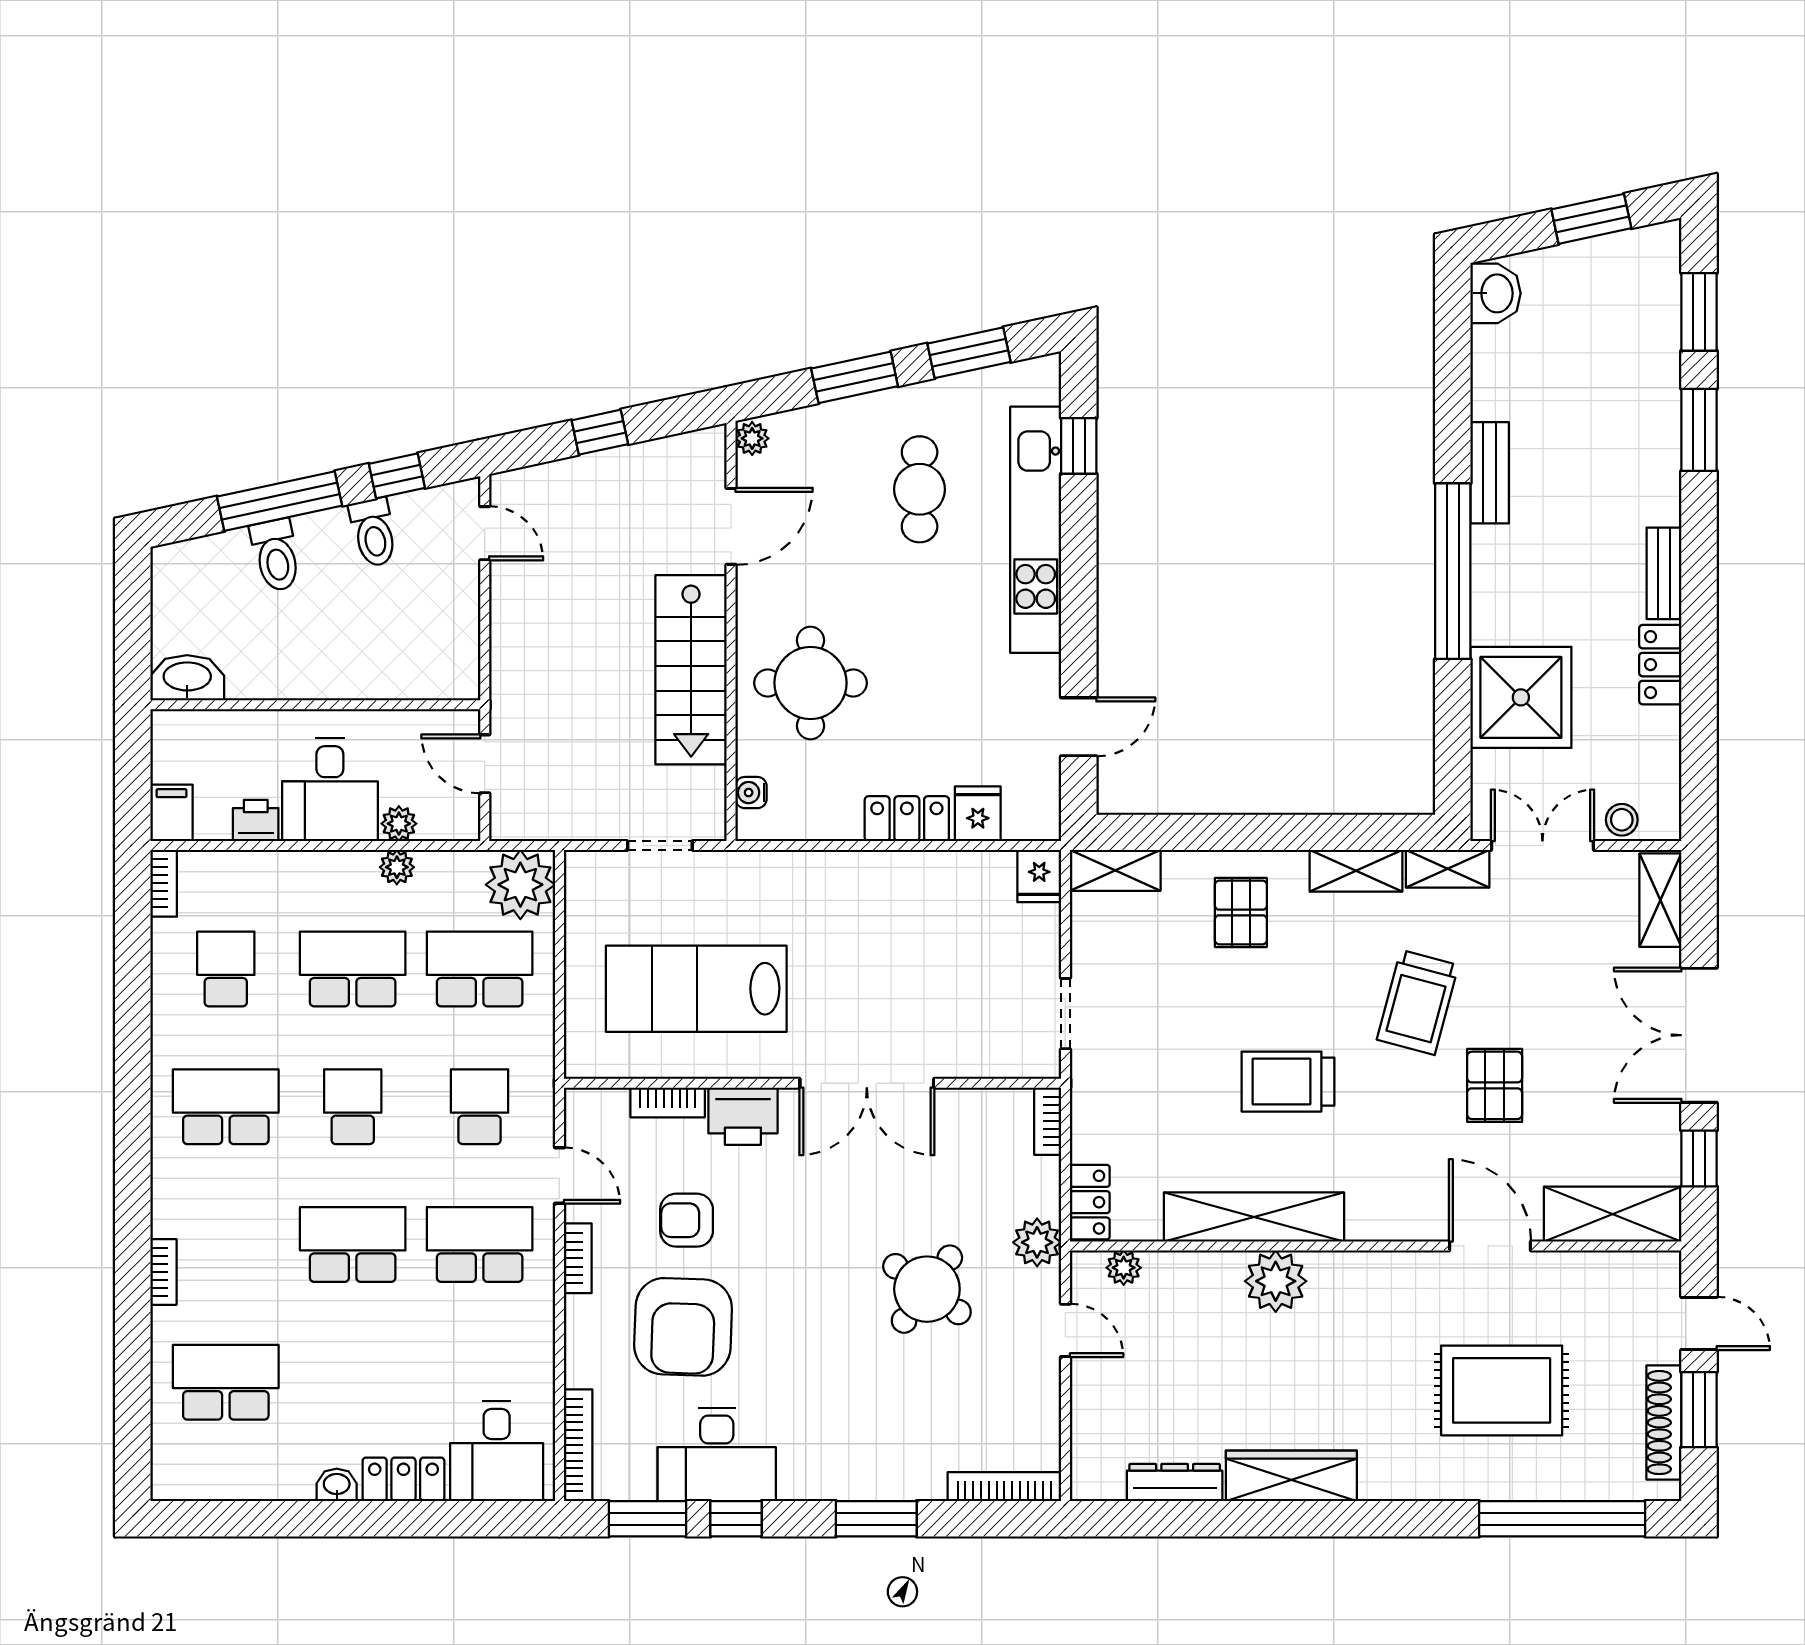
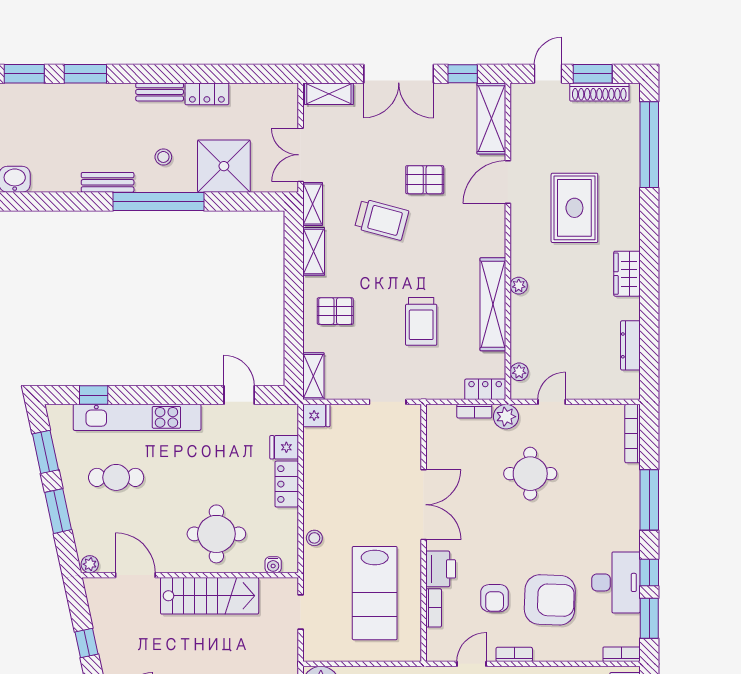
stool: (1622, 820) -> (163, 157), moved
stool: (803, 872) -> (314, 538), added
trolley: (1288, 1082) -> (421, 321), moved
bookcase: (1048, 1121) -> (474, 411), moved
plant: (1276, 1281) -> (519, 286), width x0.53, depth x0.53
round table: (927, 1289) -> (530, 474), turned -36
rug: (1502, 1390) -> (574, 208), moved
bookcase: (578, 1445) -> (622, 654), width x0.64
wardrobe: (1291, 1476) -> (627, 274), width x0.67
window: (876, 1519) -> (649, 500), width x1.44

